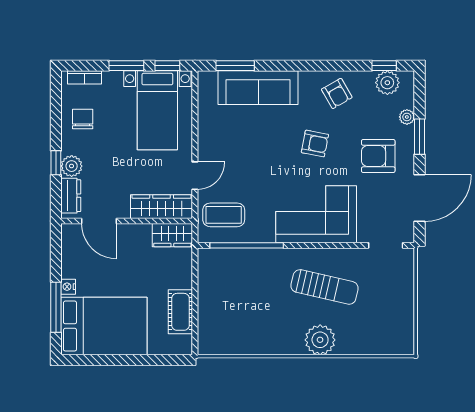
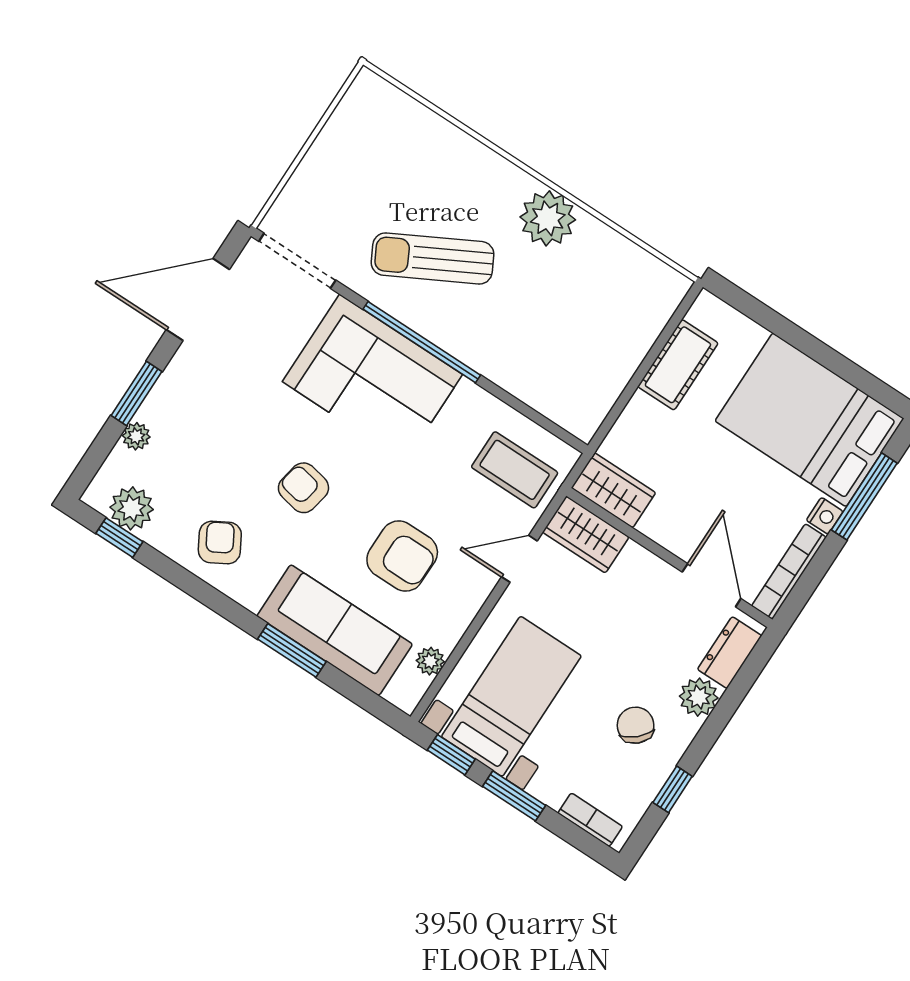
window: (235, 66) -> (292, 650), moved
plant: (205, 102) -> (430, 661), added
chair: (83, 119) -> (636, 725), moved, turned 137
armchair: (378, 156) -> (402, 556), moved
window: (56, 163) -> (673, 789), moved
wardrobe: (162, 207) -> (586, 534), width x0.67
window: (247, 245) -> (422, 342), moved
doorway: (386, 245) -> (297, 261), width x1.38
bookcase: (68, 250) -> (789, 572), added
sun lounger: (325, 287) -> (433, 258), turned -41
plant: (320, 340) -> (548, 218), moved

